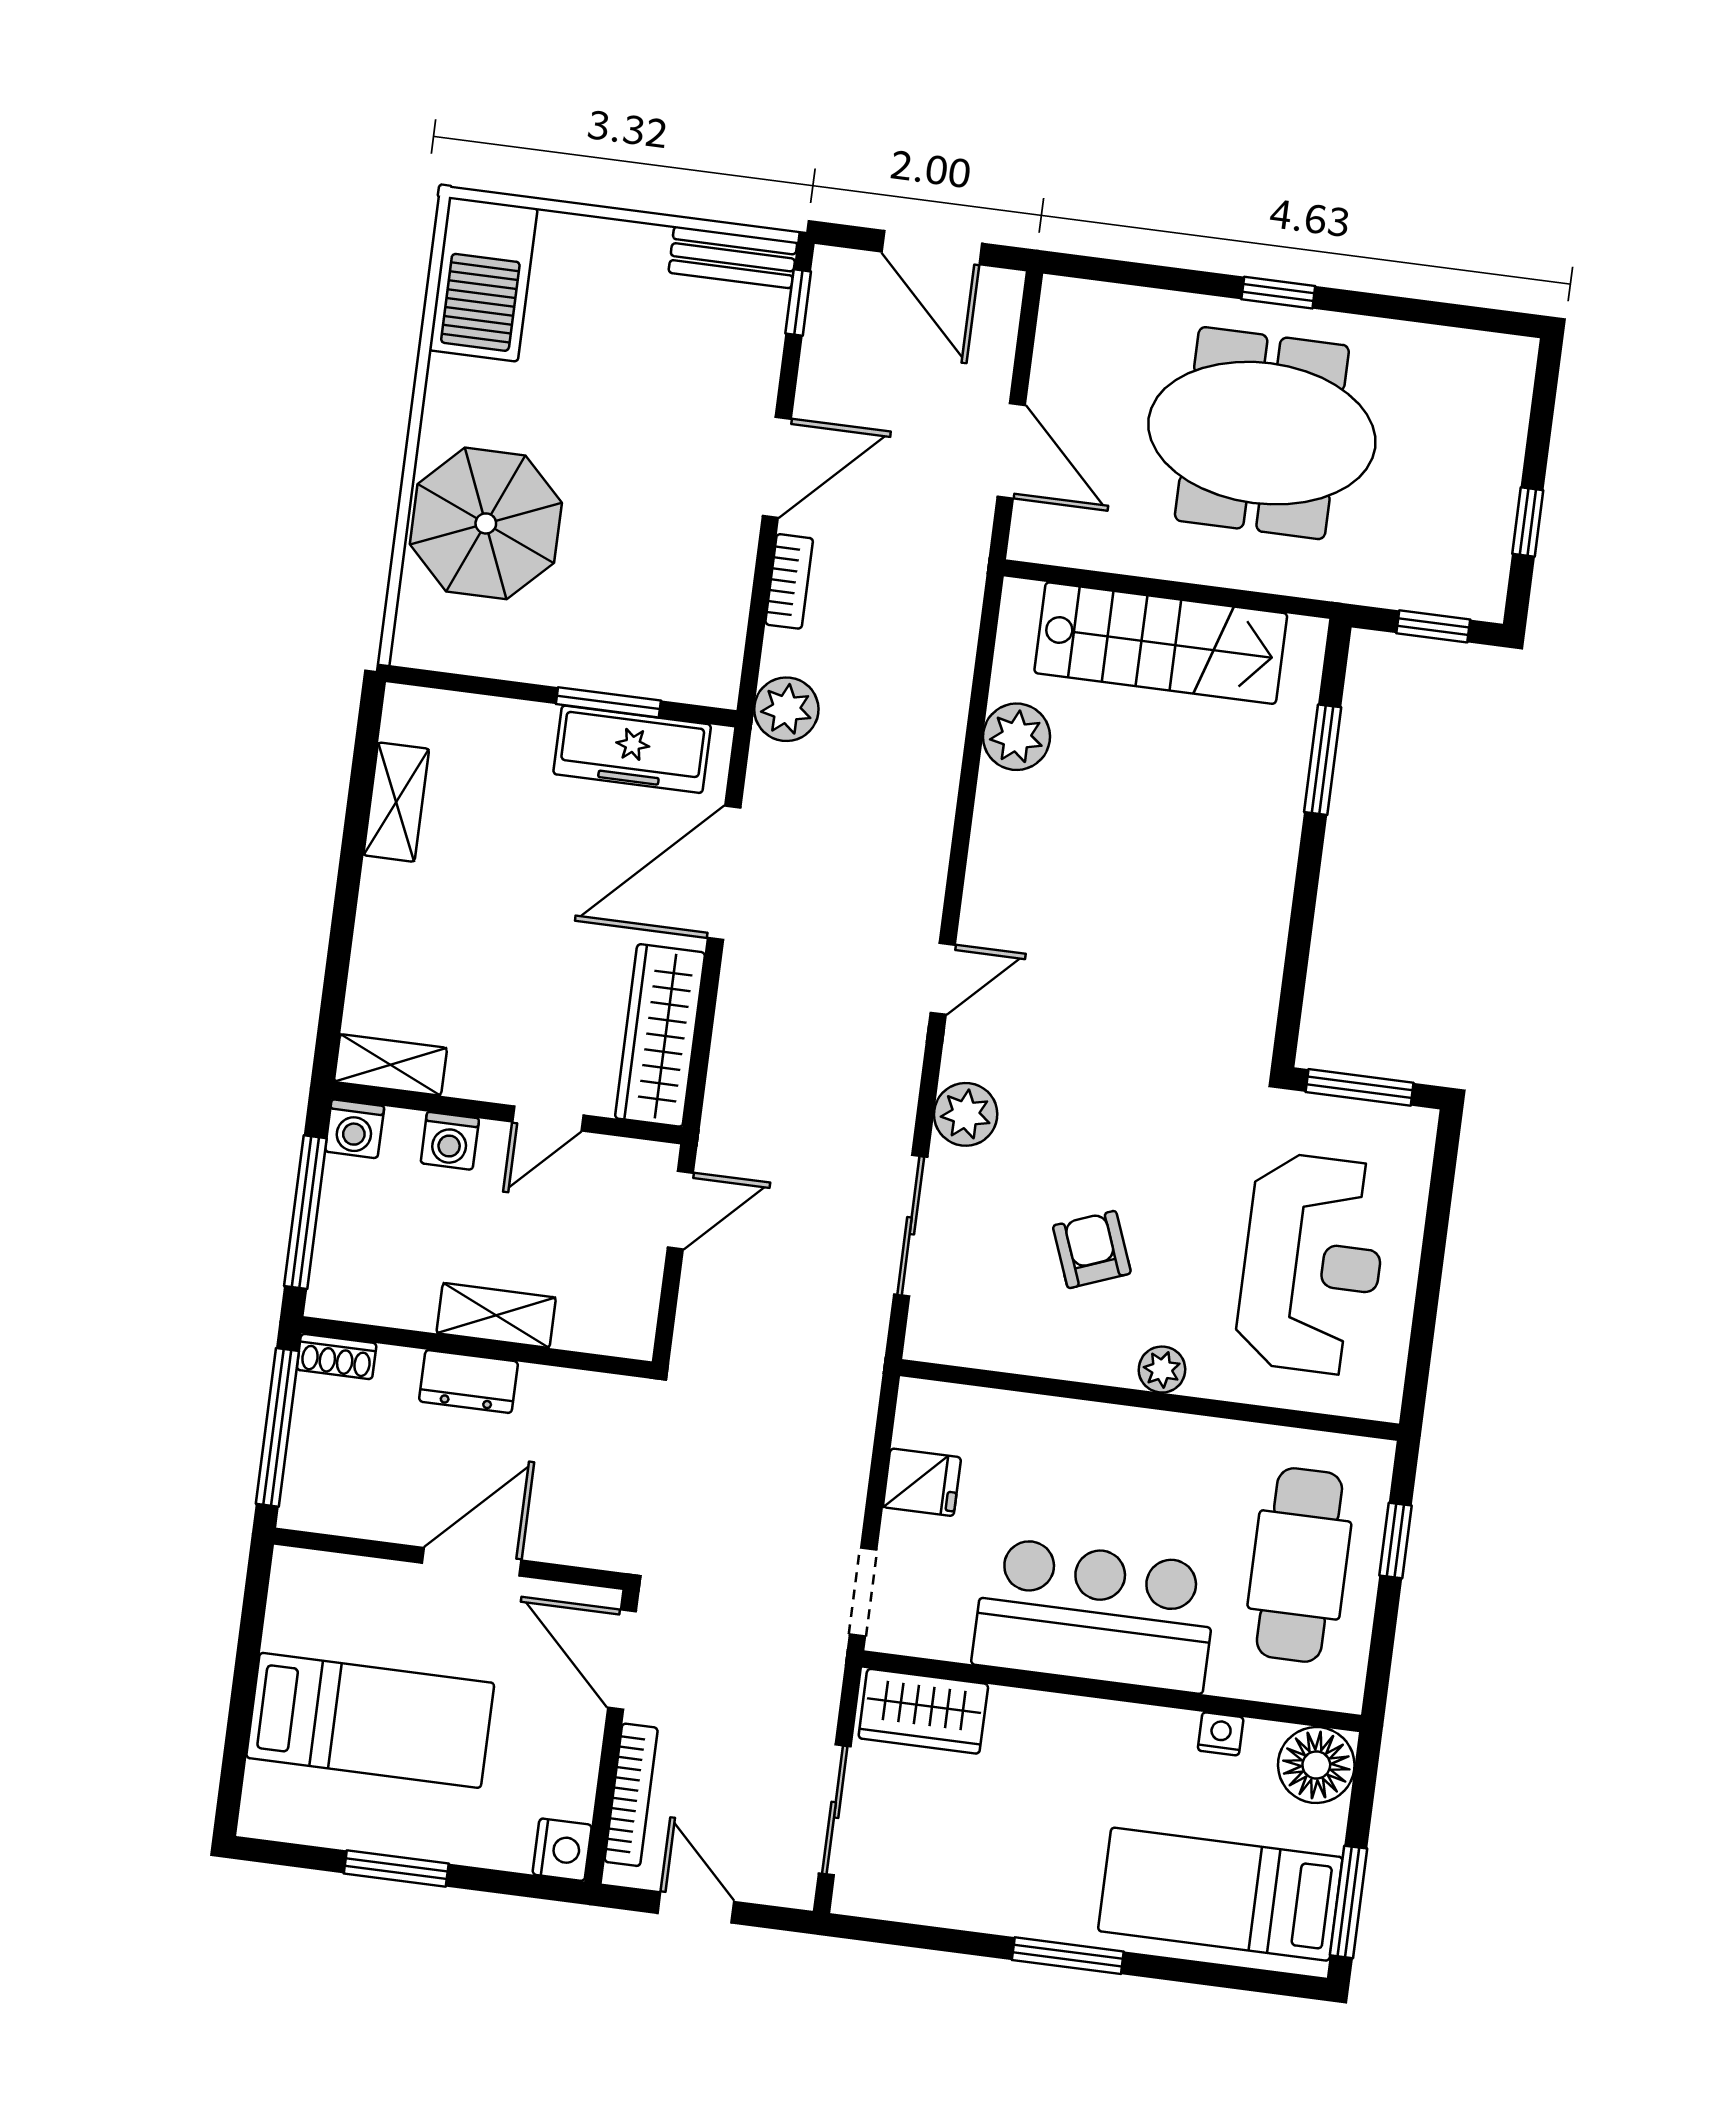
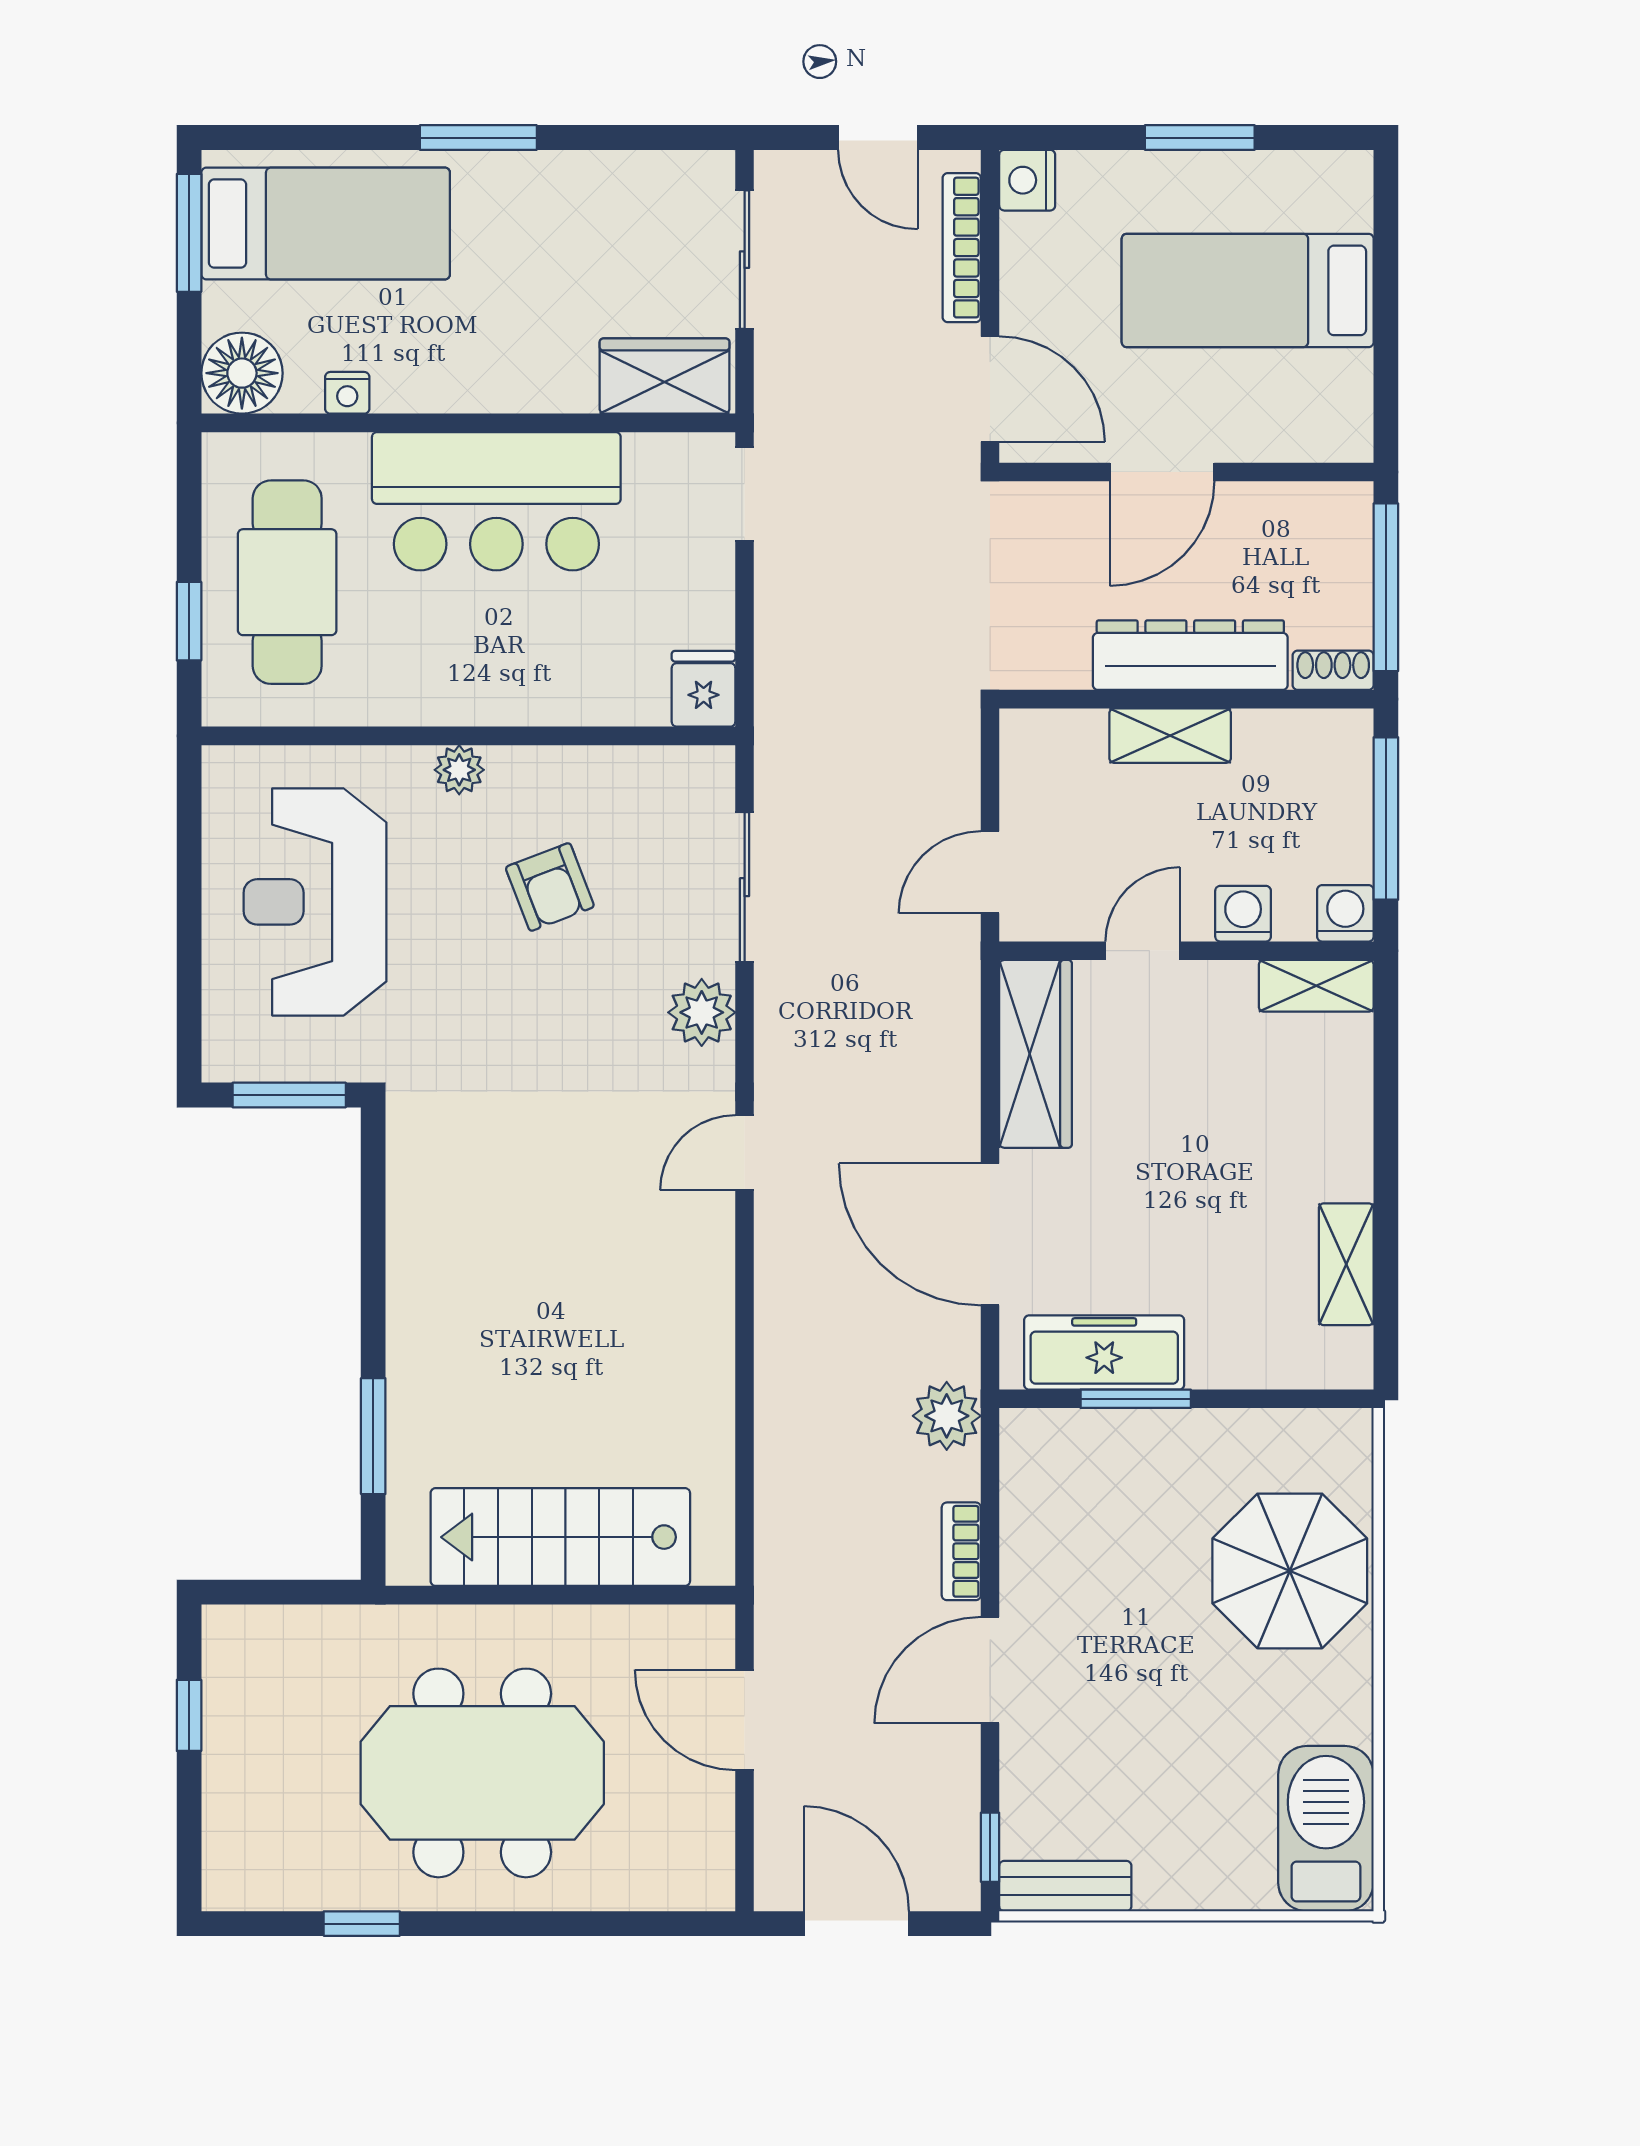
window: (1278, 293) -> (362, 1924), moved
window: (1433, 626) -> (275, 1592), removed
plant: (1017, 737) -> (700, 1418), removed
door: (724, 873) -> (990, 1234), swing flipped
dresser: (469, 1381) -> (1190, 655), width x1.96, depth x1.24
fridge: (922, 1482) -> (704, 689), moved, turned 90

